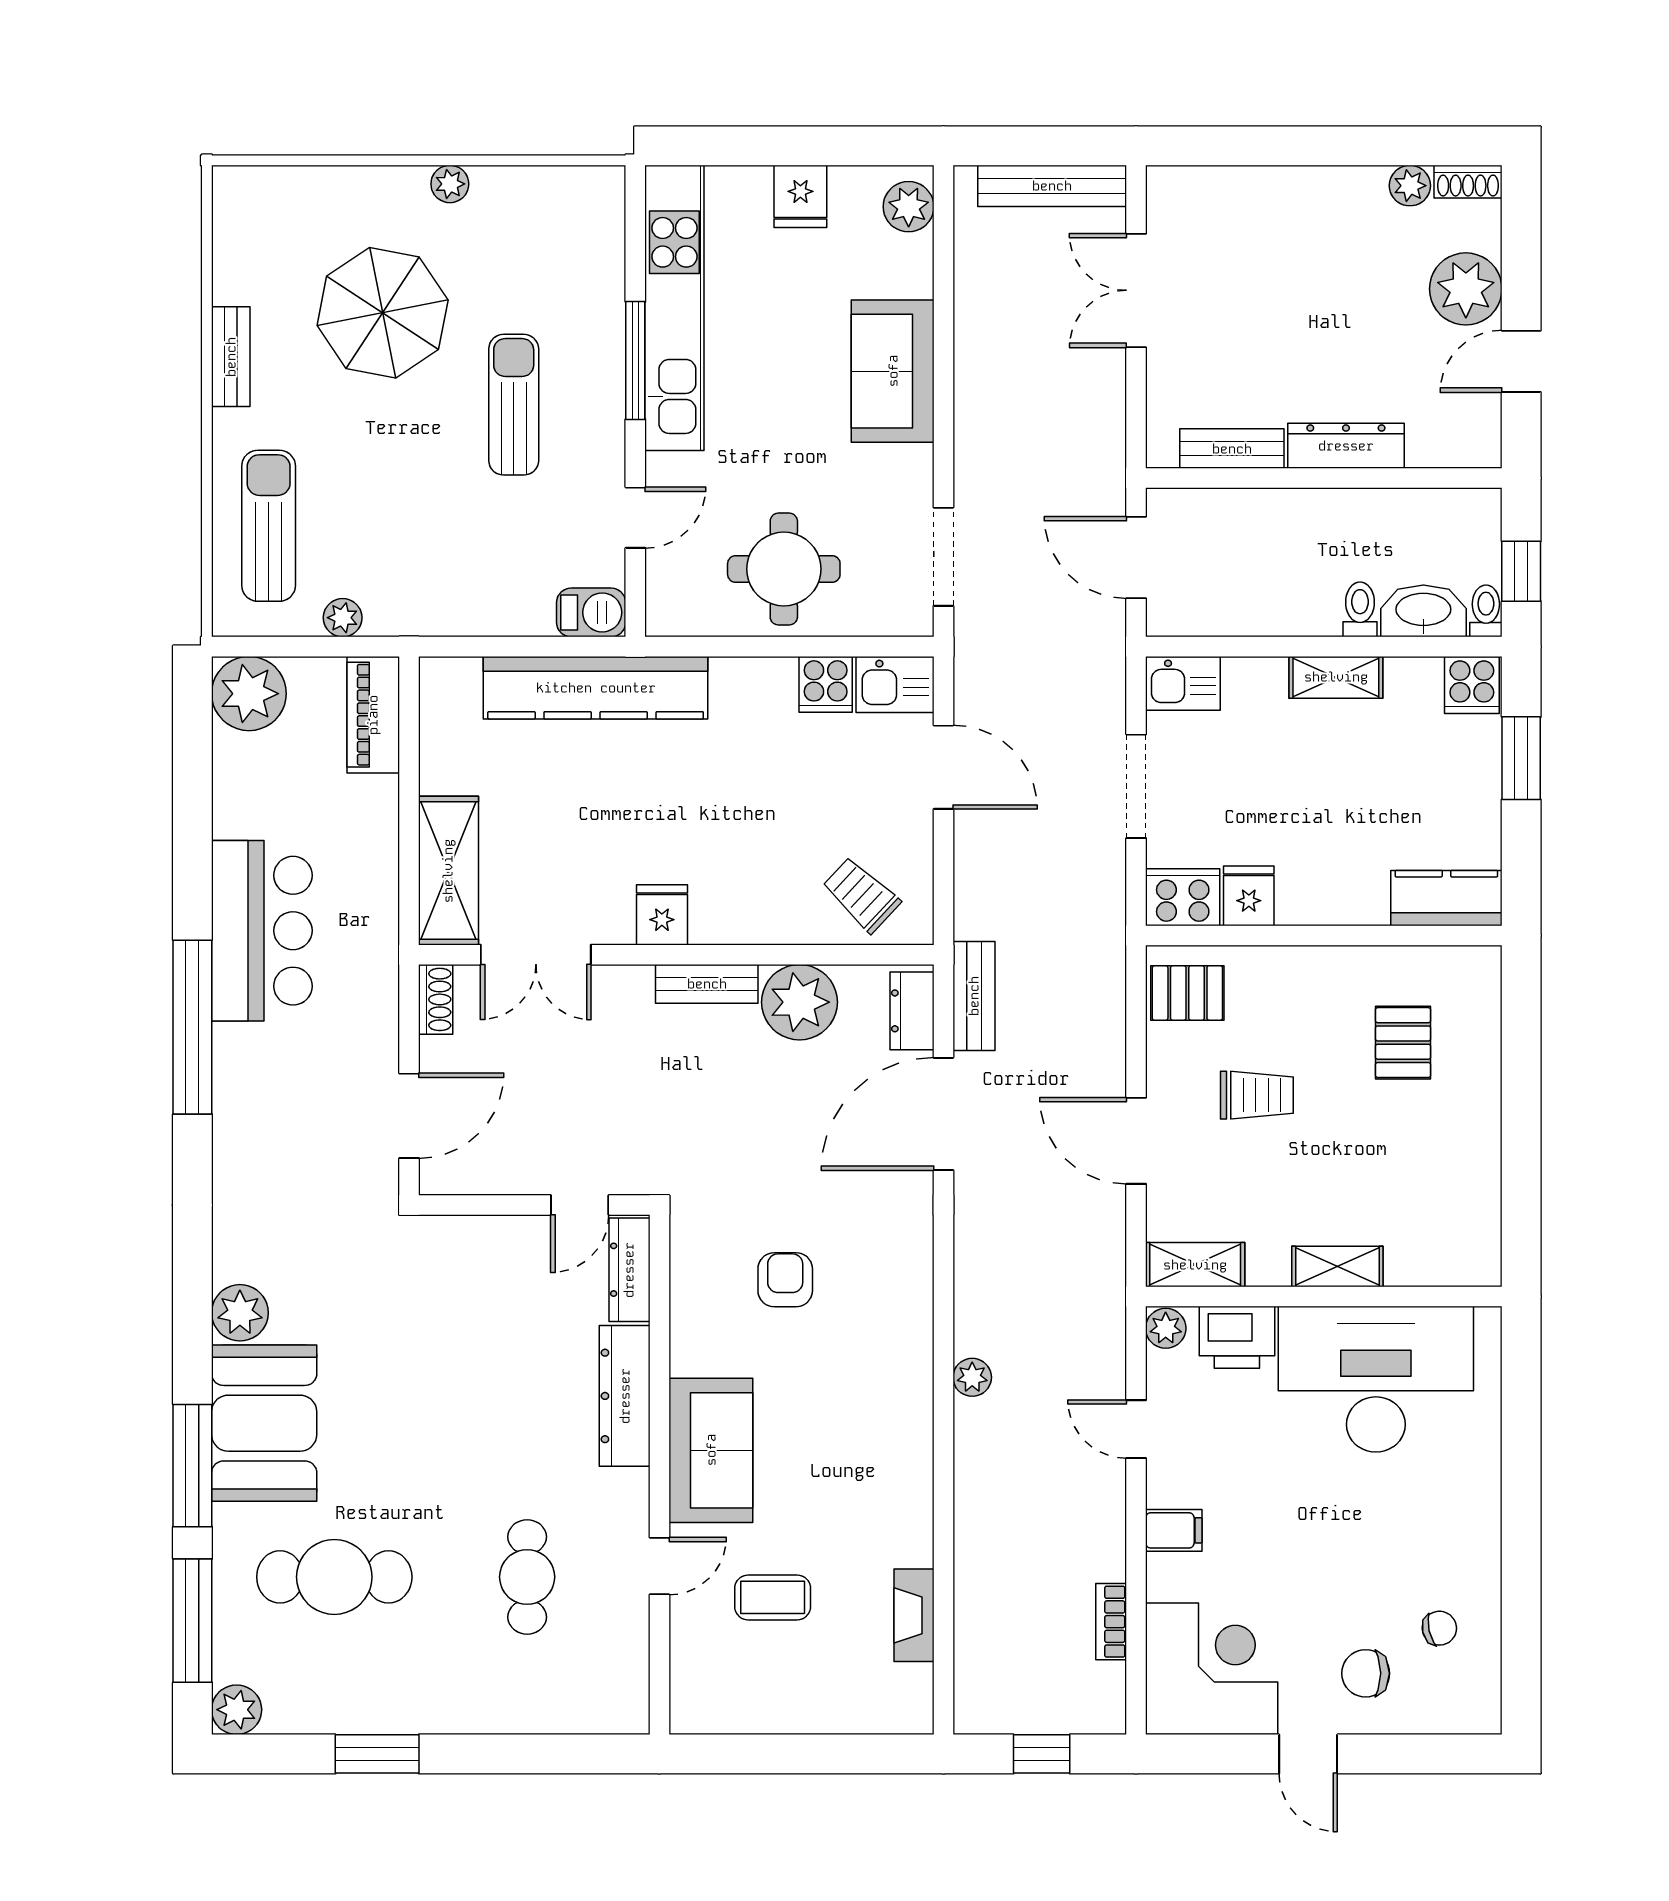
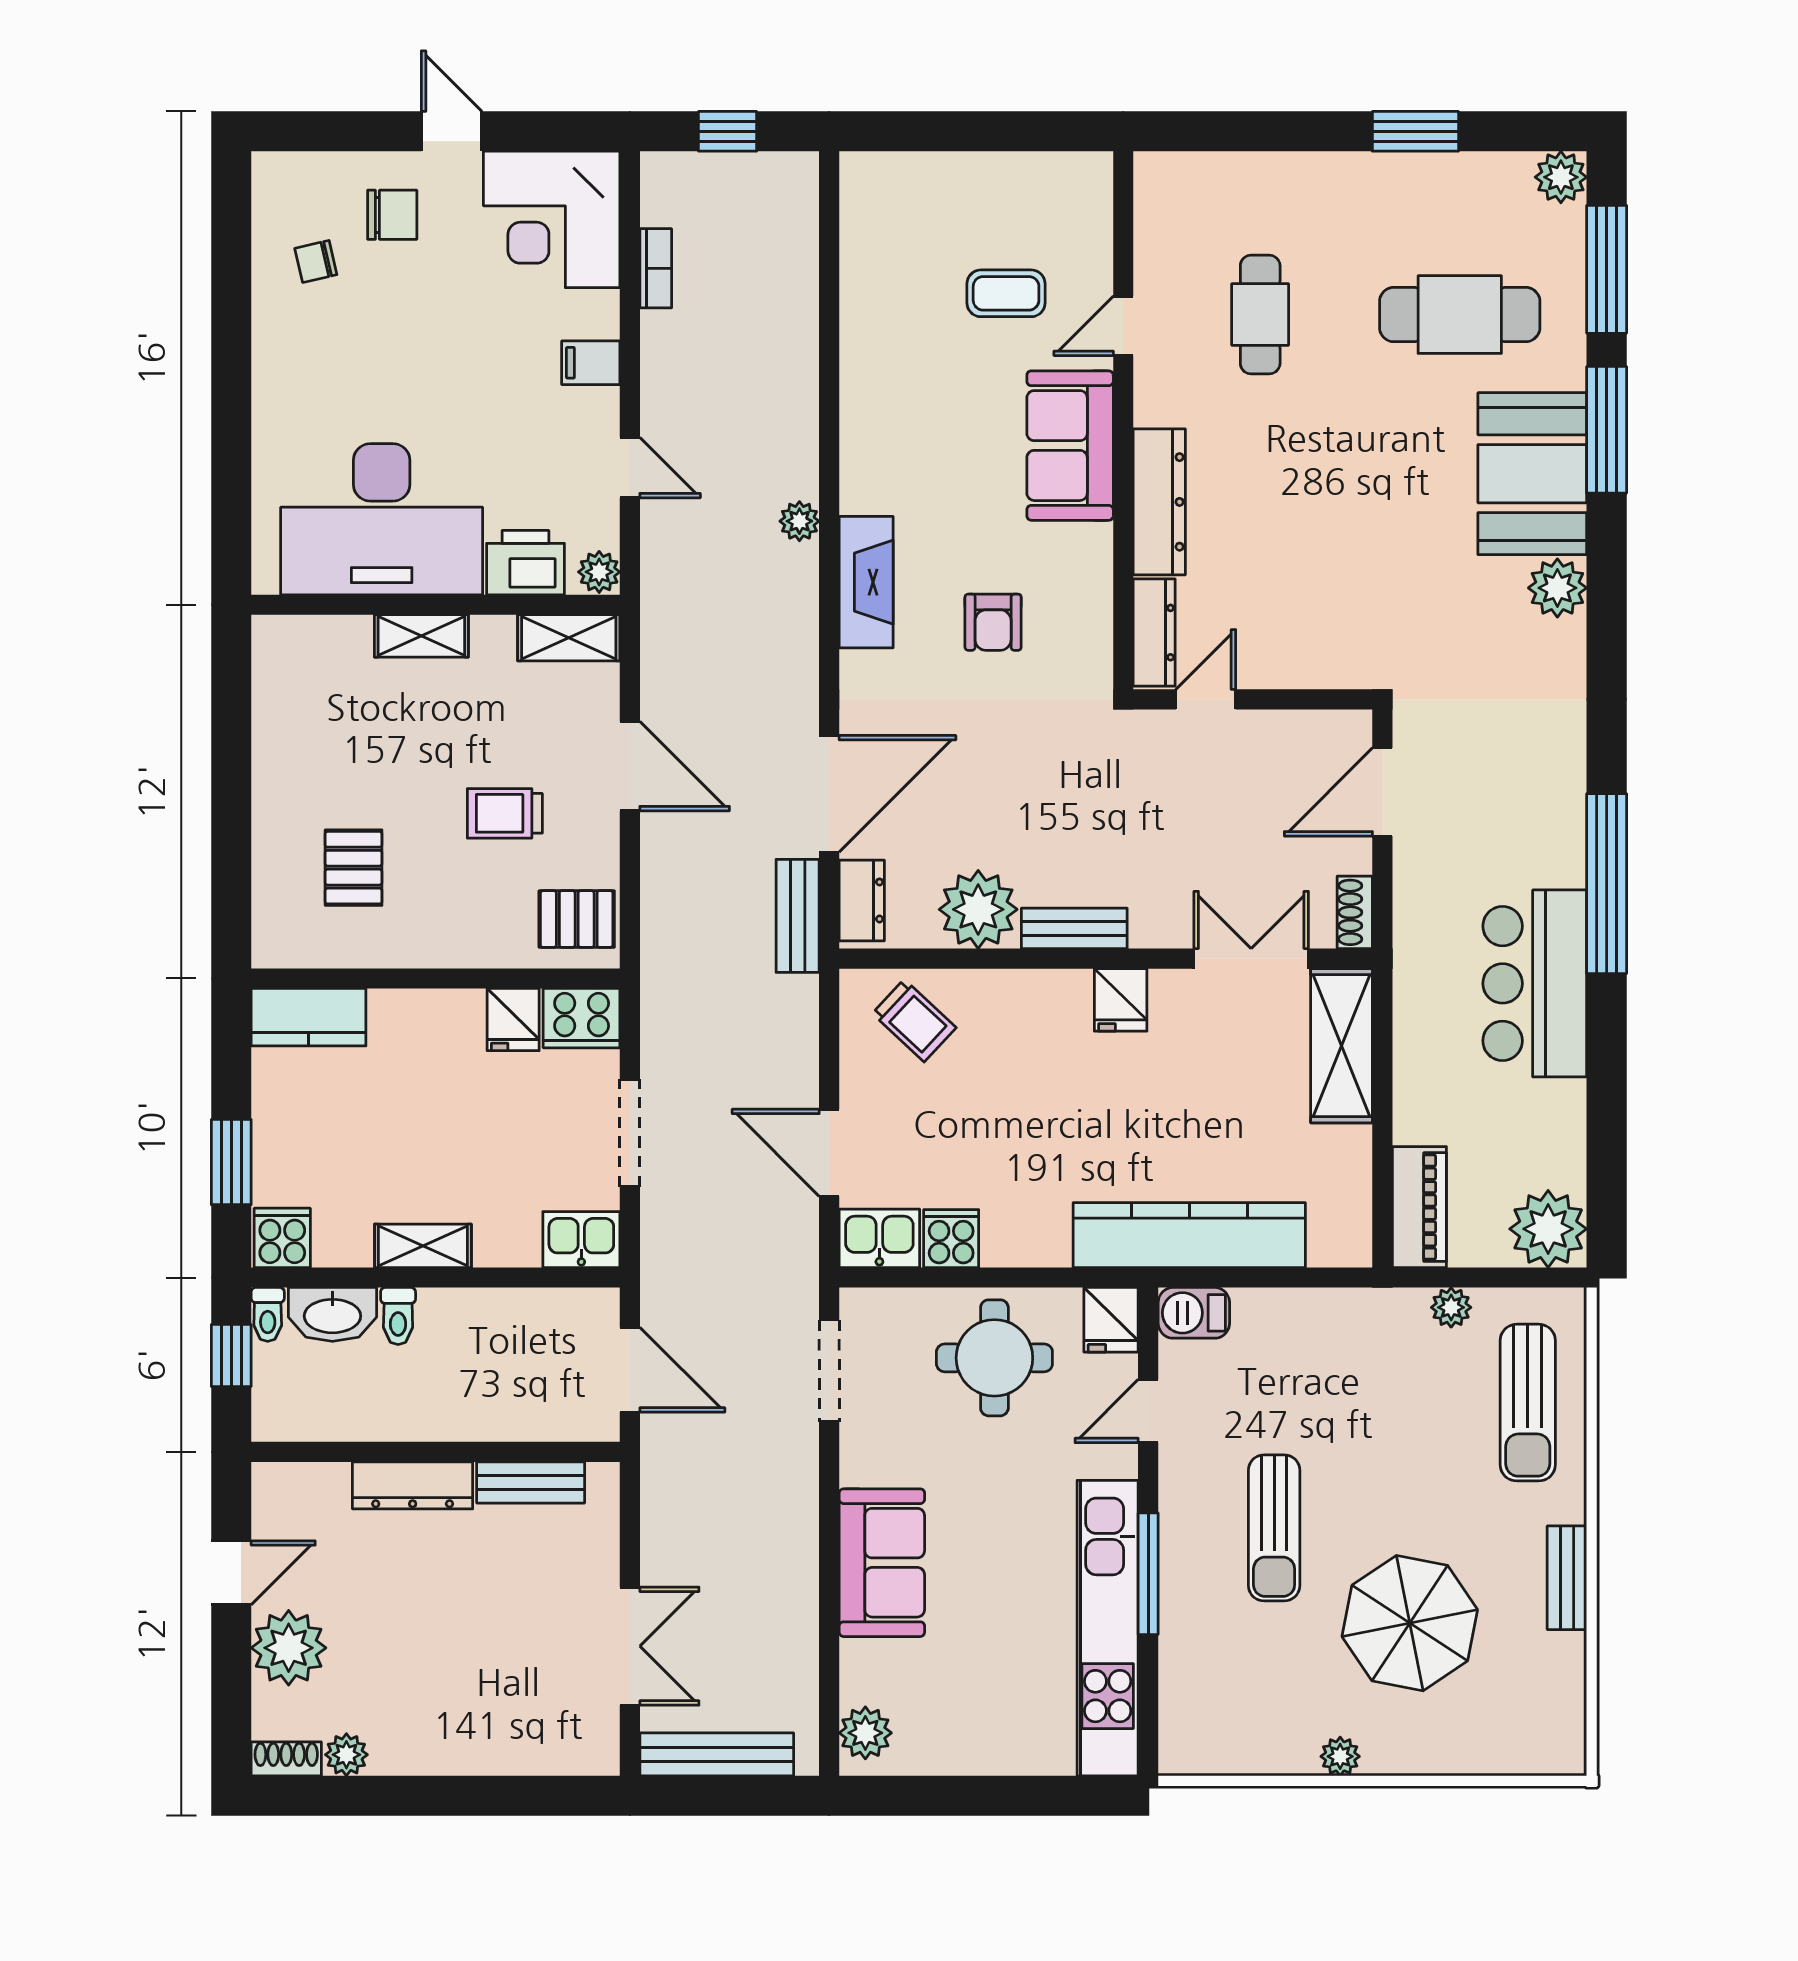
fridge: (800, 196) -> (1111, 1320), moved, turned 180
fireplace: (914, 1615) -> (866, 582), moved, width x1.37, depth x1.32

